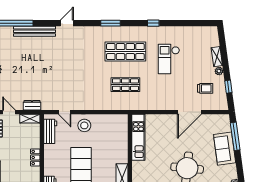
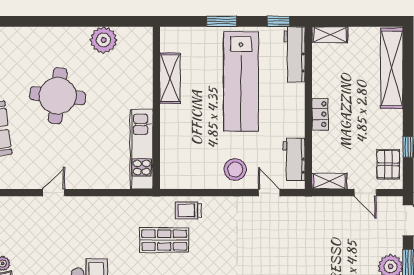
trolley: (205, 88) -> (188, 210), moved
dresser: (32, 105) -> (326, 204), removed
door: (189, 112) -> (54, 193), width x0.53

